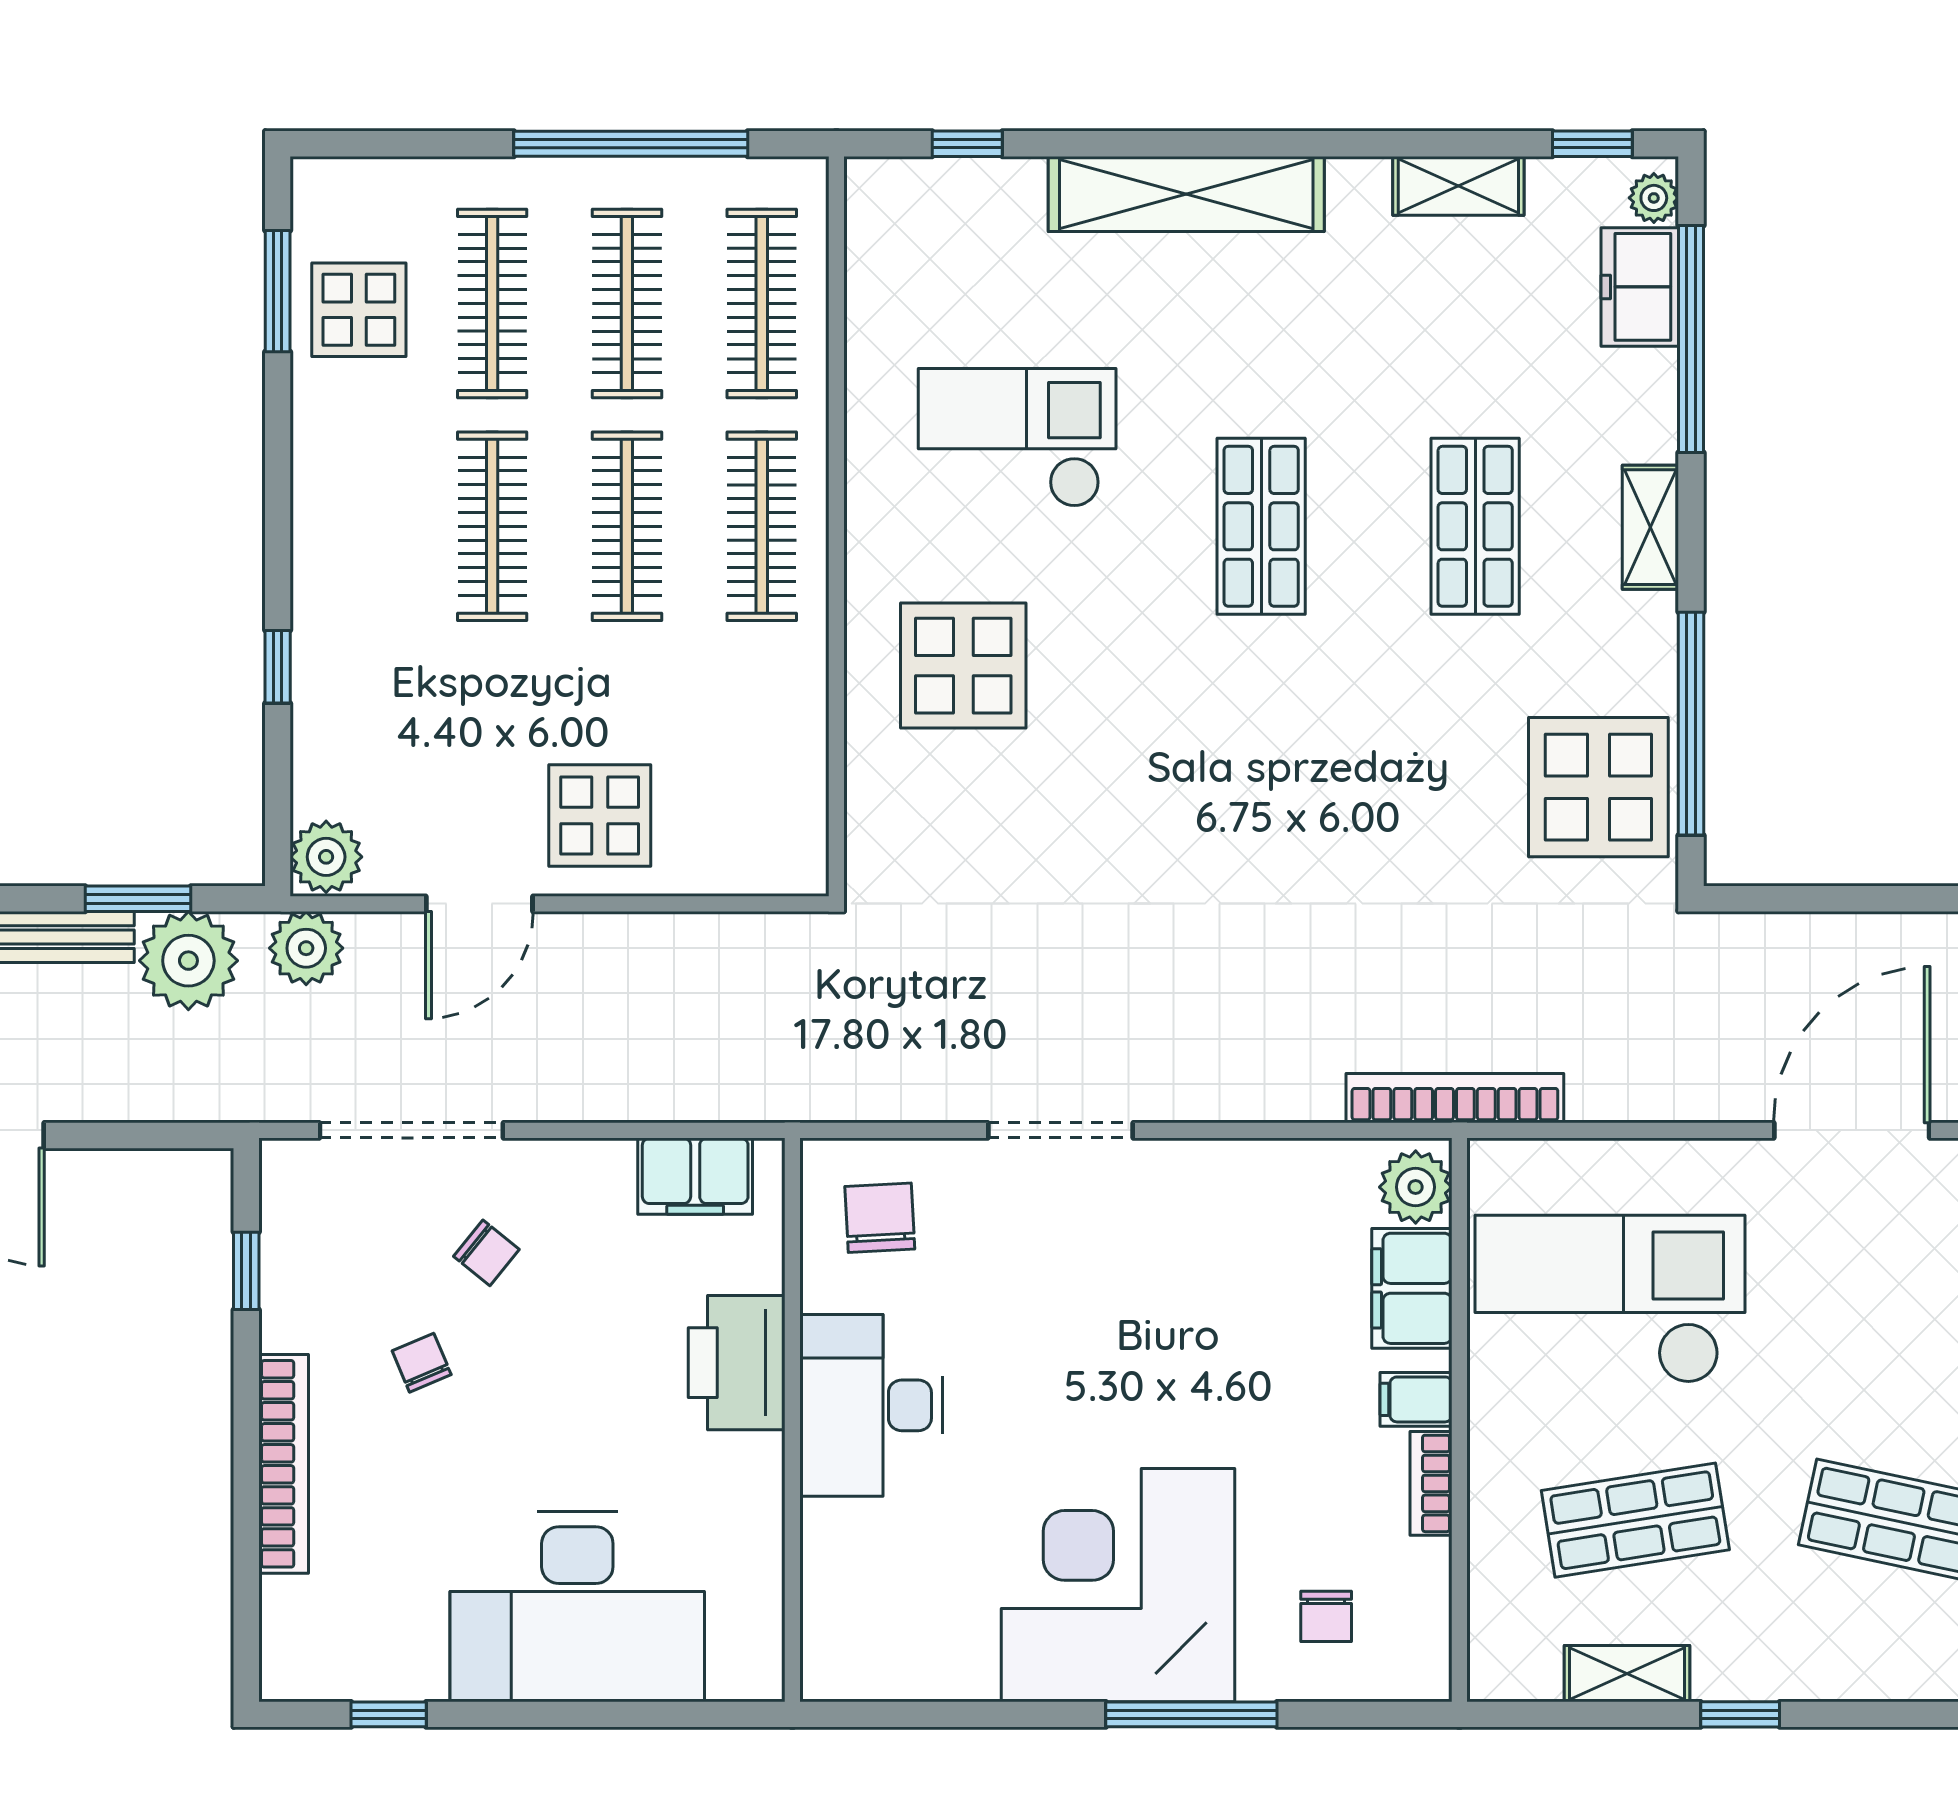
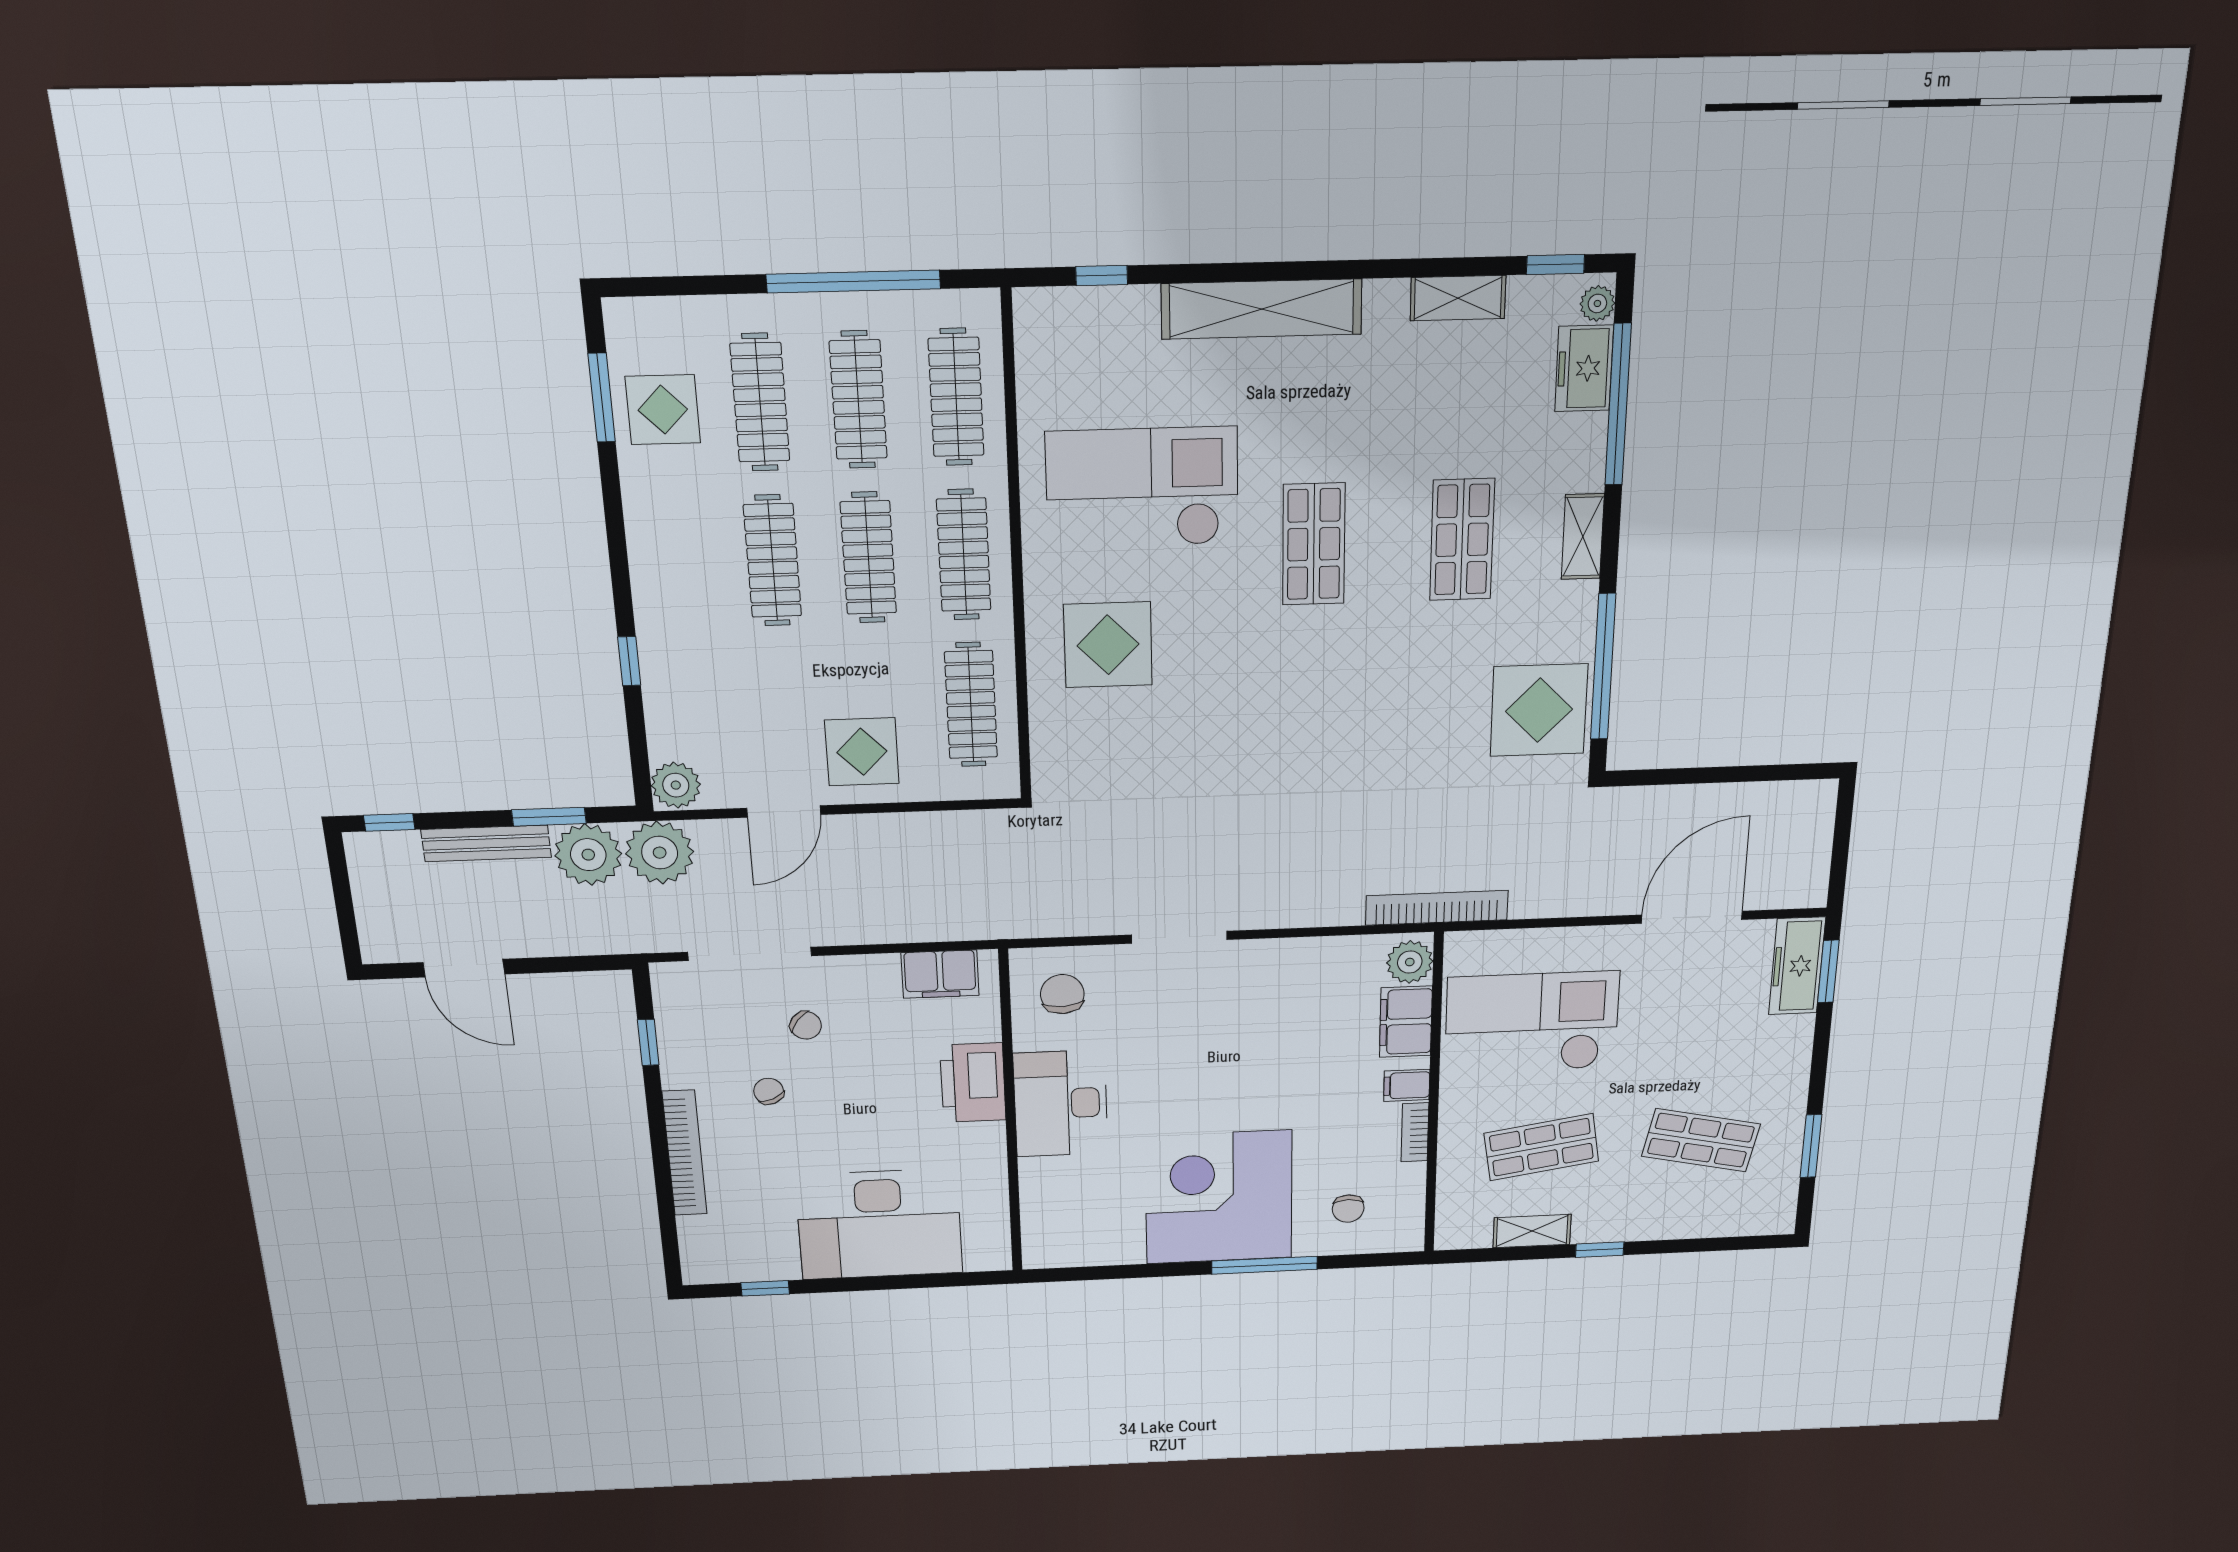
checkout: (1017, 438) -> (1142, 488), width x1.36, depth x1.21
clothes rail: (762, 749) -> (971, 705), added
plant: (306, 948) -> (660, 853), width x1.36, depth x1.36

